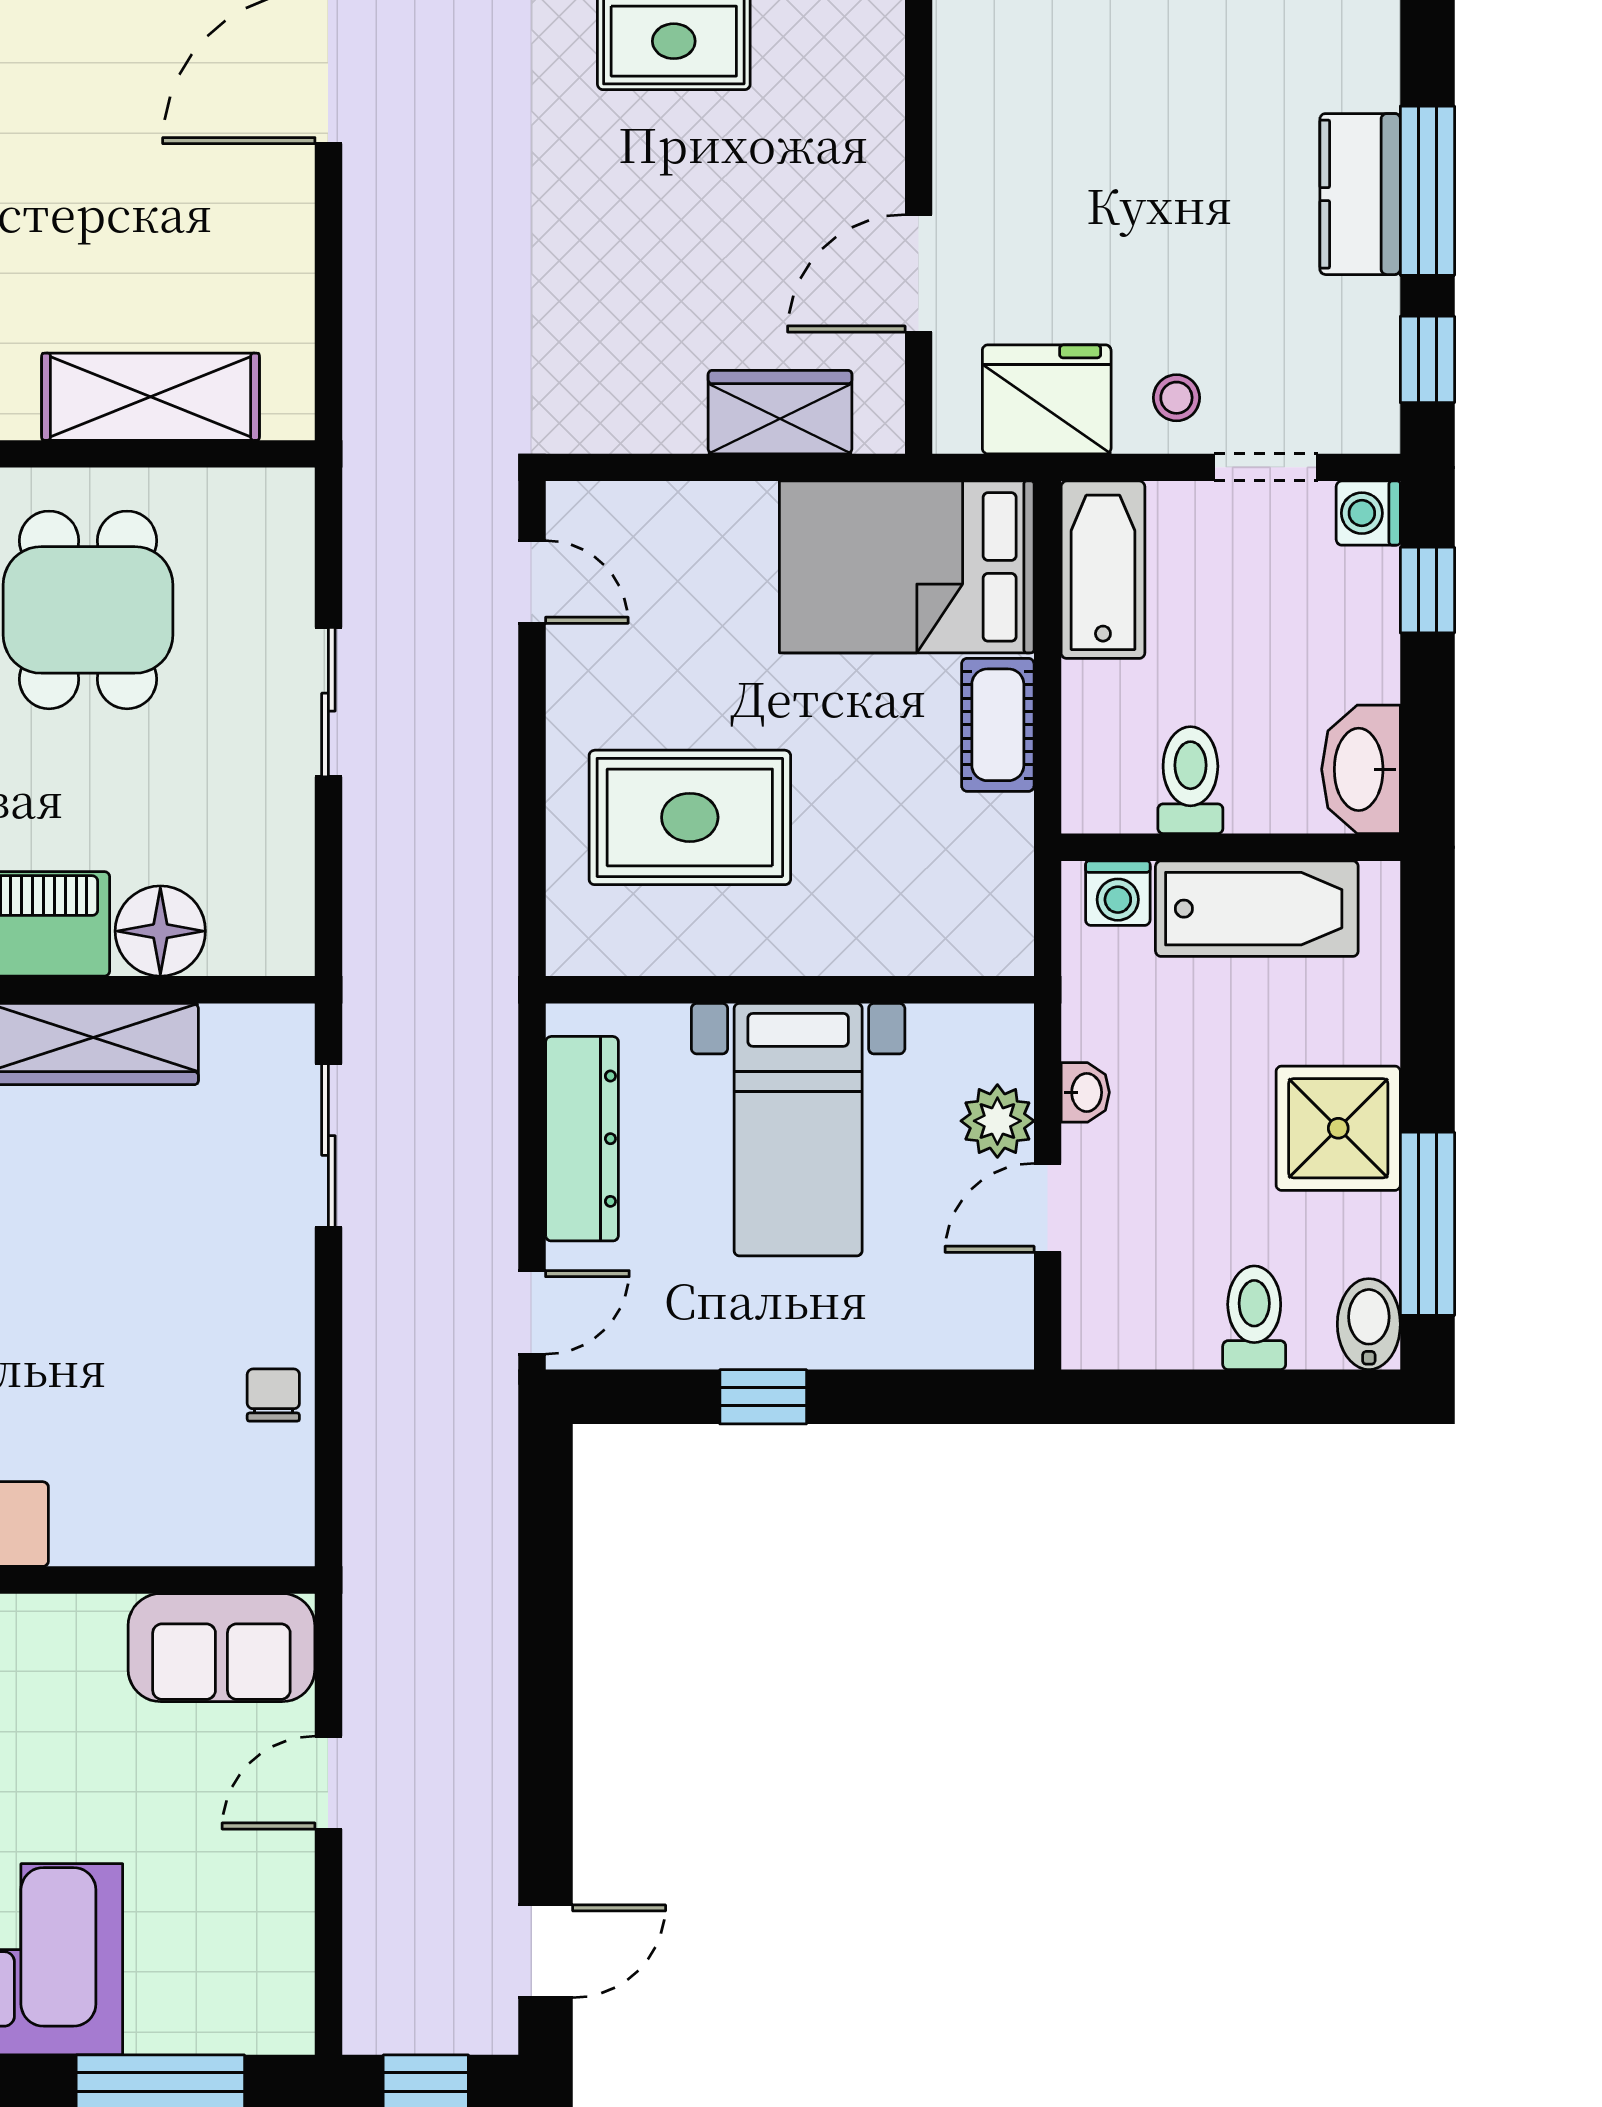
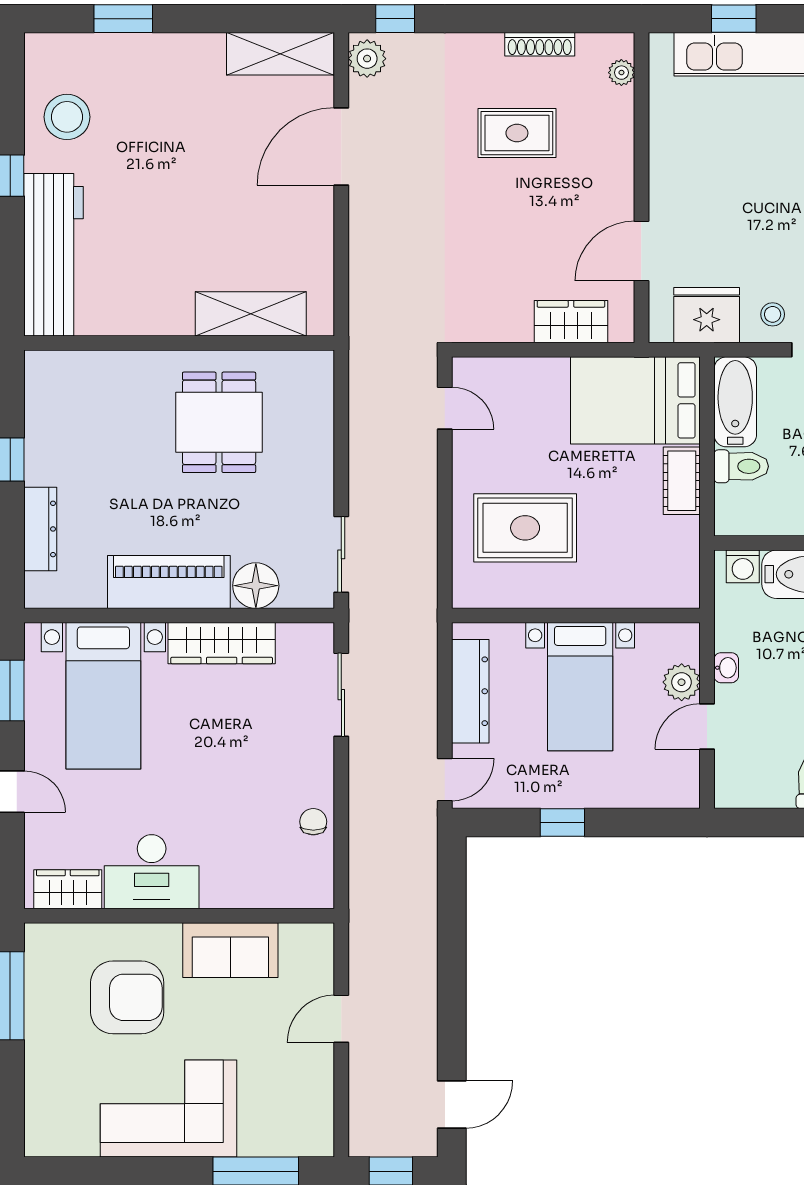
sliding door: (328, 702) -> (341, 554), moved
toilet: (1190, 780) -> (741, 466), moved, turned 90
sofa: (221, 1648) -> (230, 950), moved

